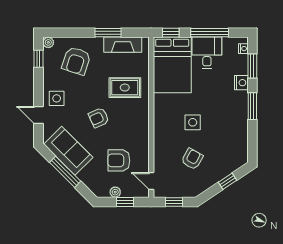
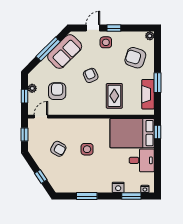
window: (210, 33) -> (157, 163), removed
window: (38, 59) -> (114, 28), moved
window: (252, 106) -> (87, 196), moved

